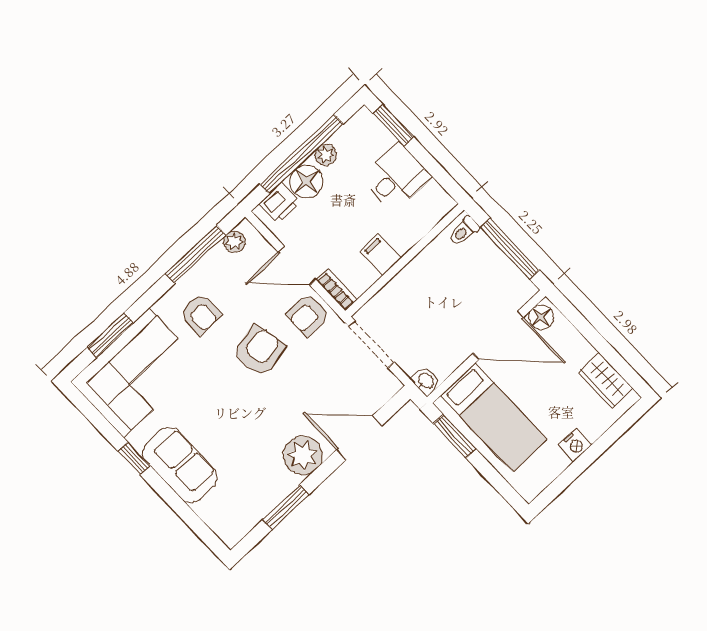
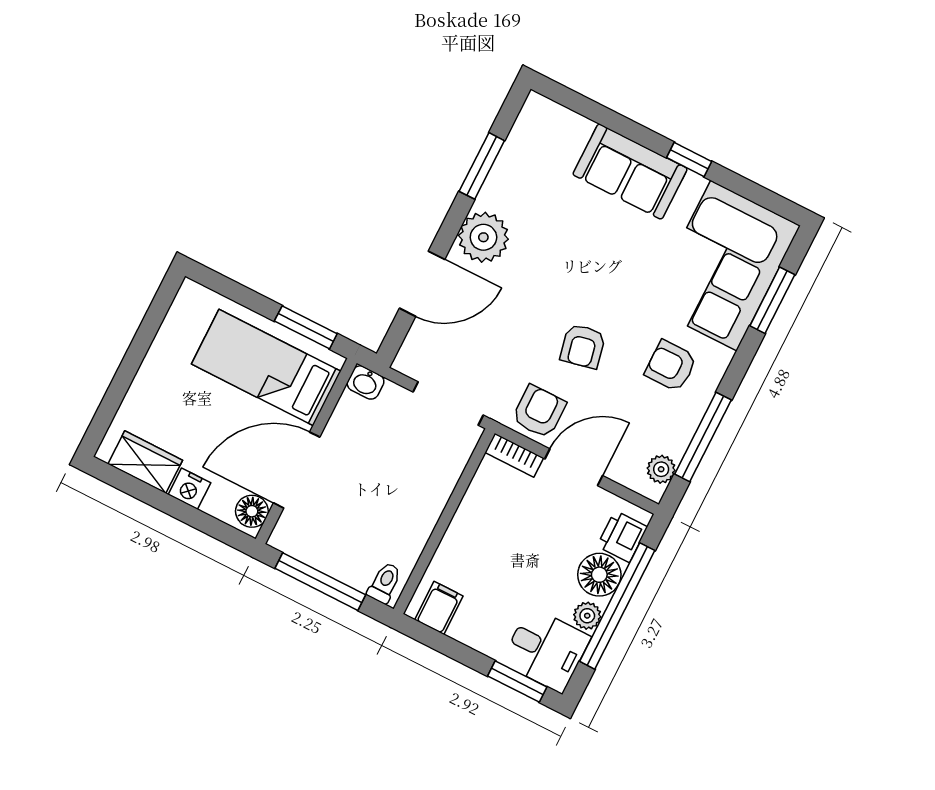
desk: (396, 177) -> (546, 650), moved, turned -90
filing cabinet: (381, 255) -> (439, 608), moved, turned -90
armchair: (259, 351) -> (583, 346), width x0.72, depth x0.72
nightstand: (575, 445) -> (189, 489), moved, turned -90

